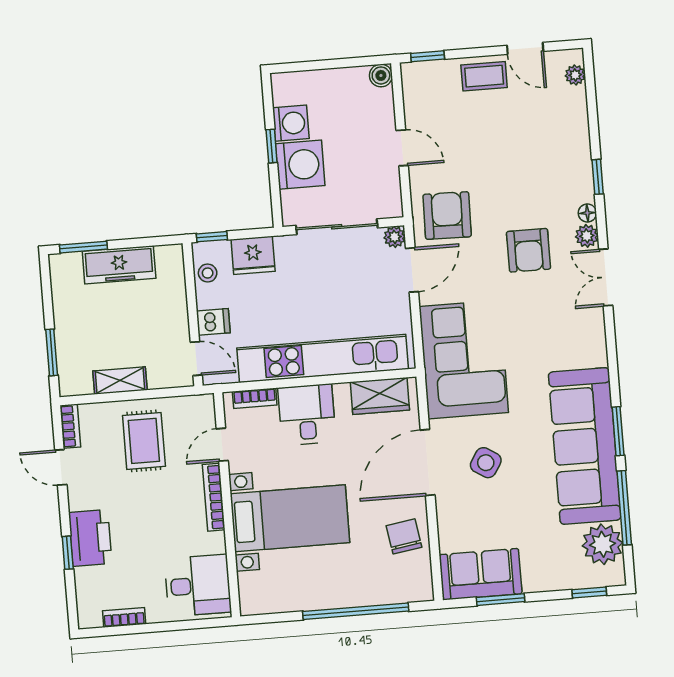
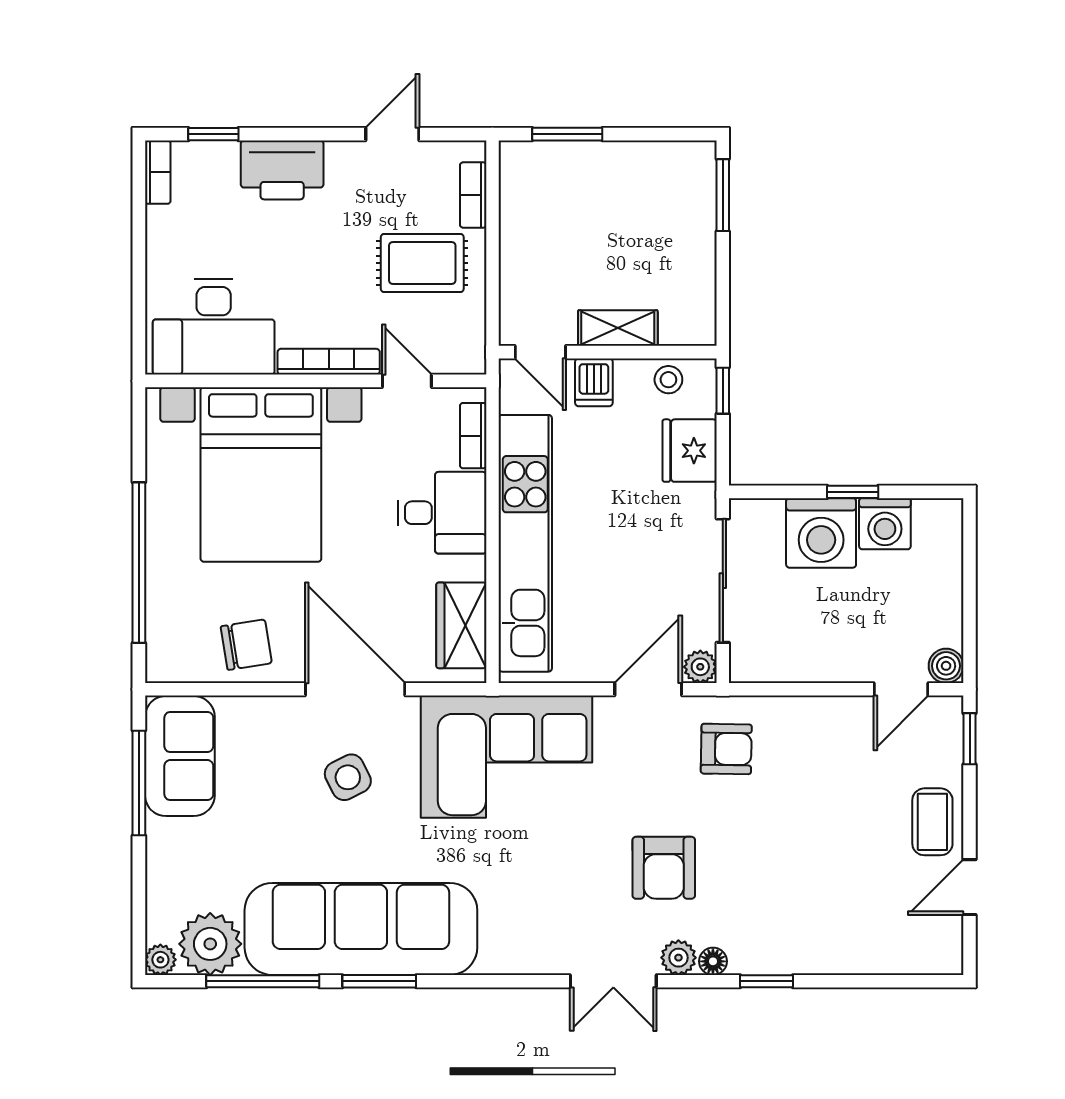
plant: (575, 75) -> (160, 960), moved
door: (402, 148) -> (901, 689), moved
armchair: (447, 216) -> (726, 749), width x0.72, depth x0.72
armchair: (528, 250) -> (664, 868), turned -90
freezer: (119, 265) -> (692, 247), removed
door: (412, 270) -> (648, 689), swing flipped
double door: (606, 277) -> (613, 981), swing flipped
door: (196, 359) -> (540, 352), hinge flipped
shelving: (120, 380) -> (618, 328), moved, turned 90
bookcase: (70, 426) -> (473, 195), moved, turned 90
side table: (486, 463) -> (348, 777), turned 31
bed with nightstands: (290, 518) -> (261, 474), width x1.36
window: (68, 553) -> (213, 134), moved
desk: (198, 585) -> (214, 327), width x1.37
window: (589, 592) -> (139, 918), removed
window: (501, 600) -> (139, 783), width x1.44
bookcase: (124, 617) -> (158, 172), moved

